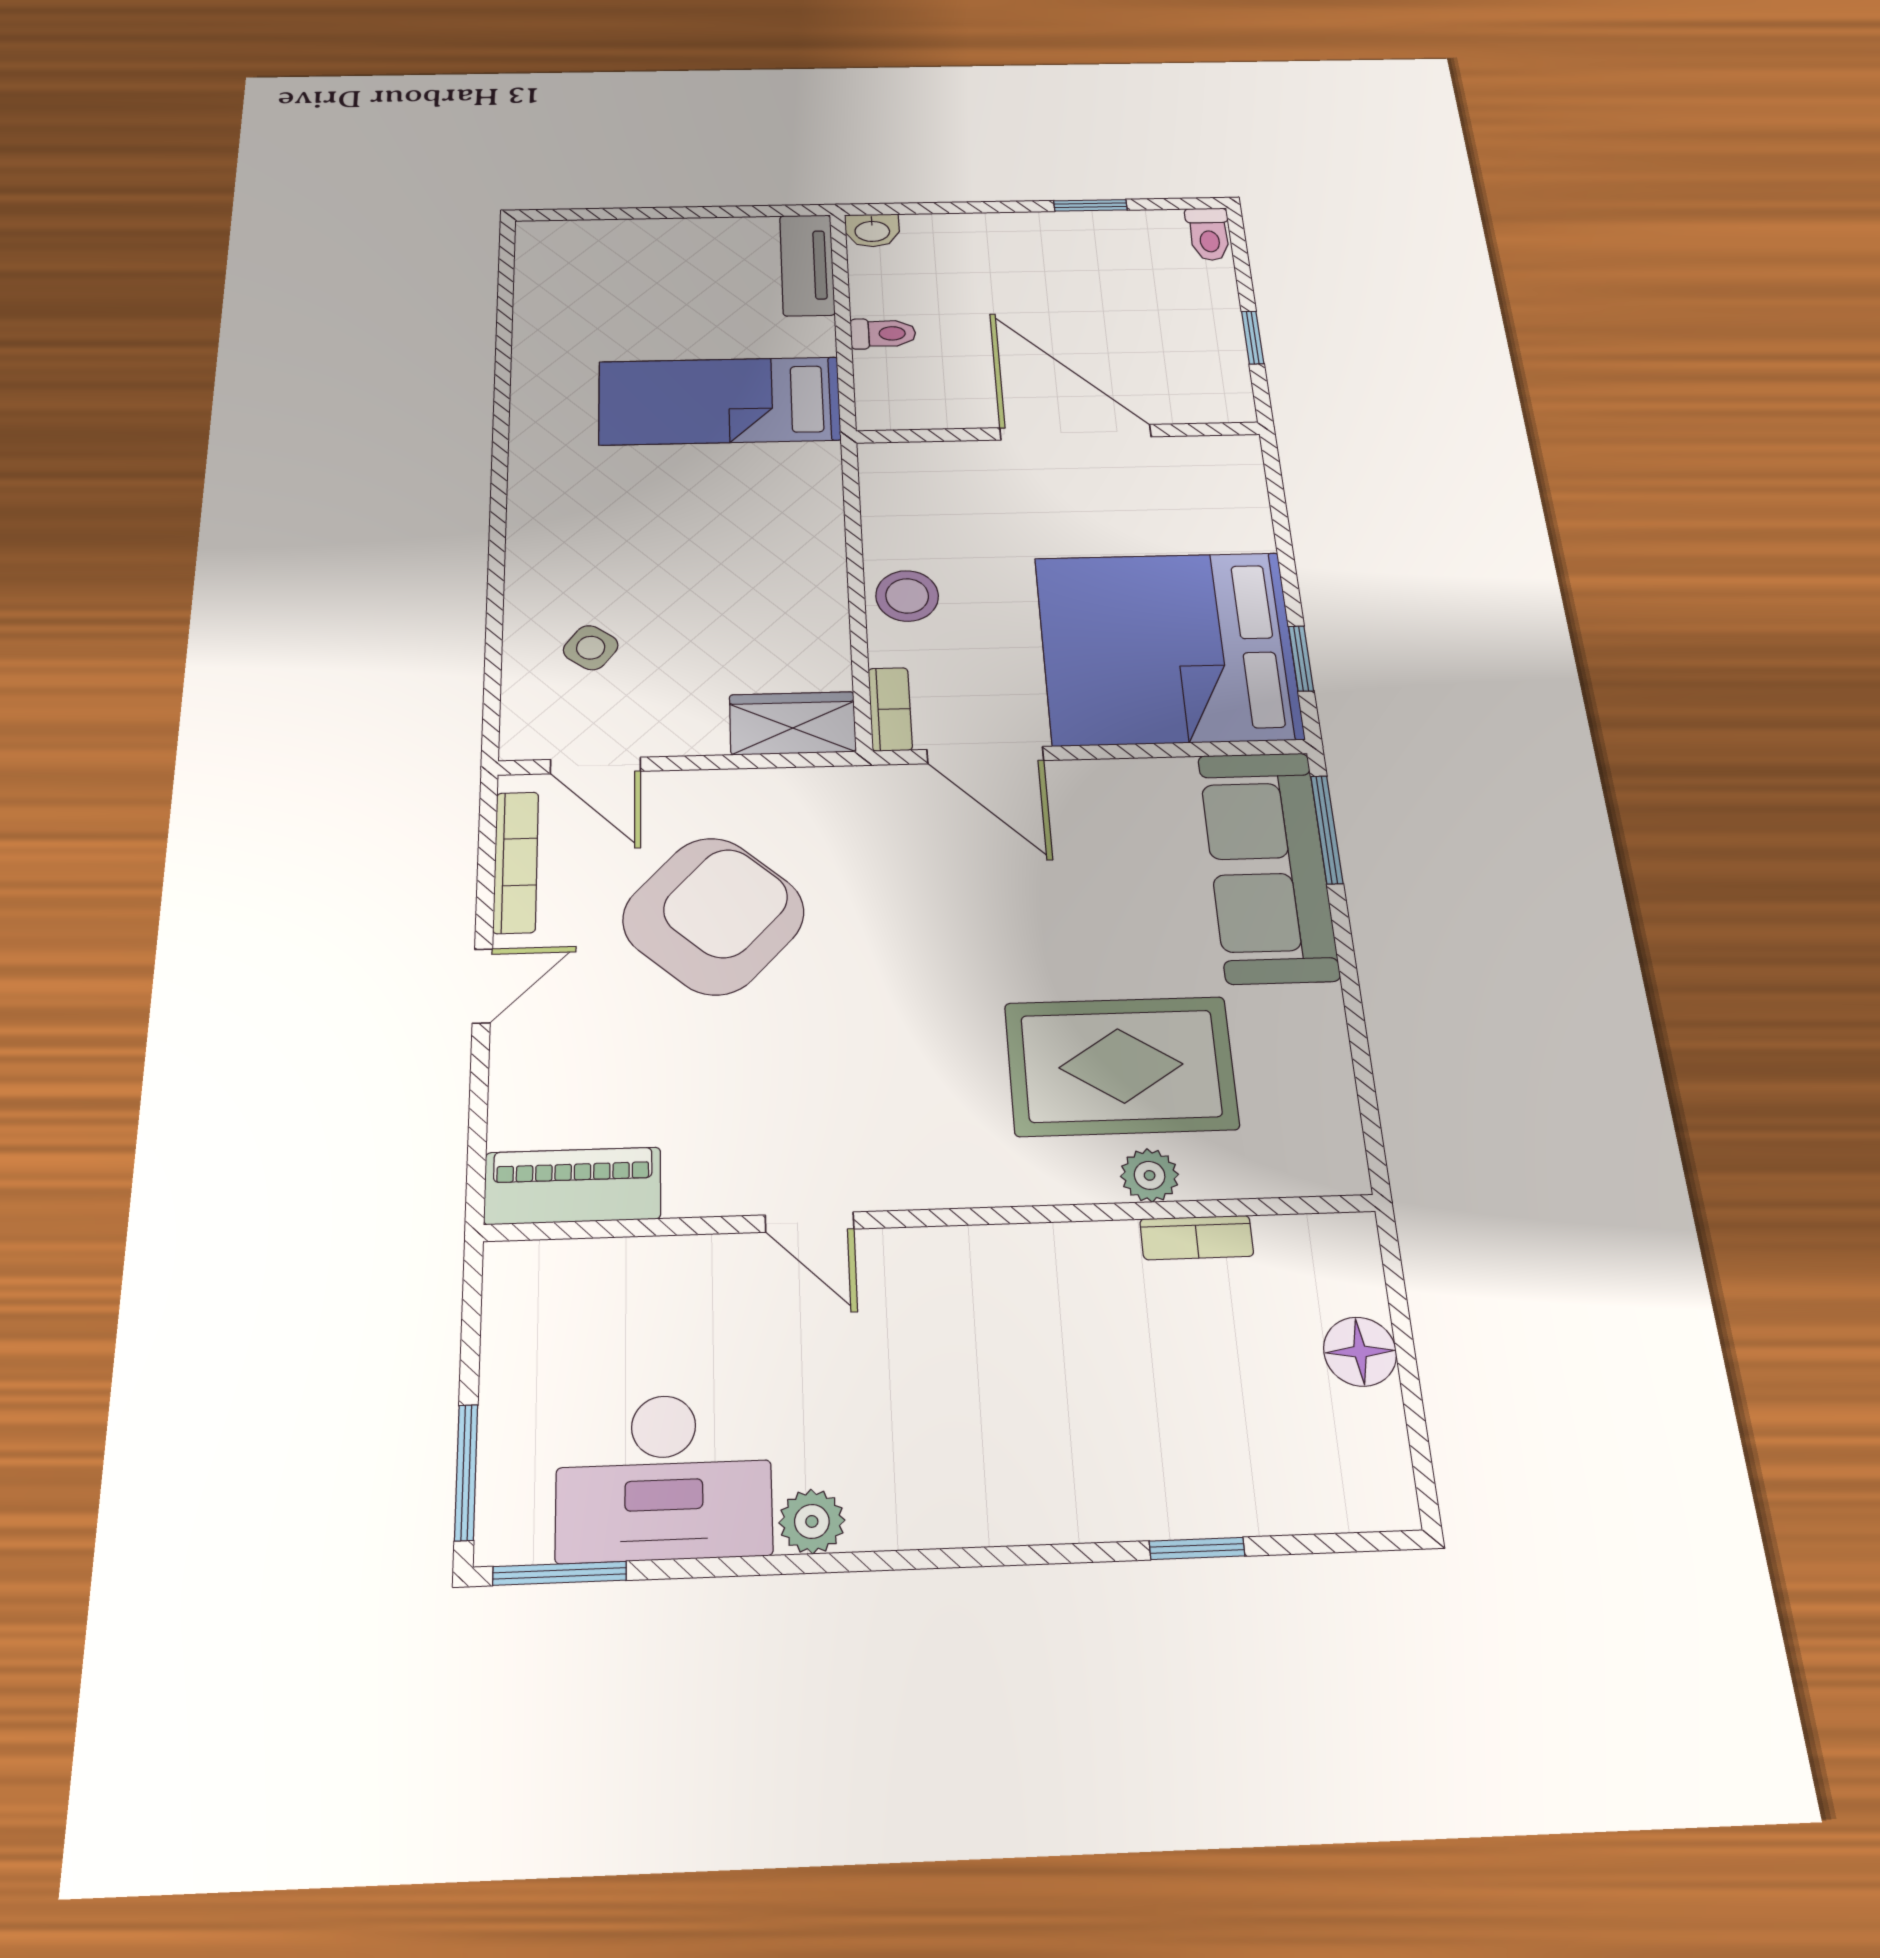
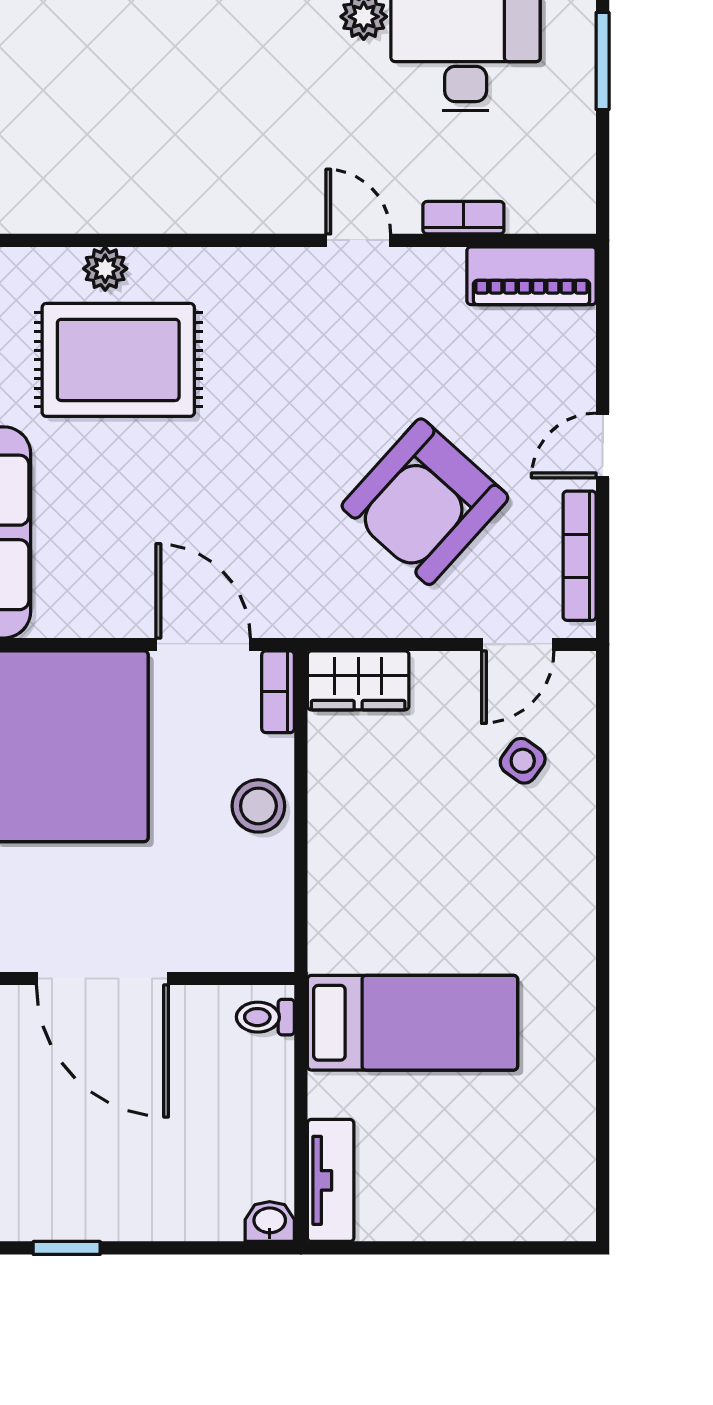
toilet: (883, 334) -> (265, 1017), moved
door: (596, 765) -> (518, 644), swing flipped
bookcase: (1197, 1238) -> (463, 218), moved

